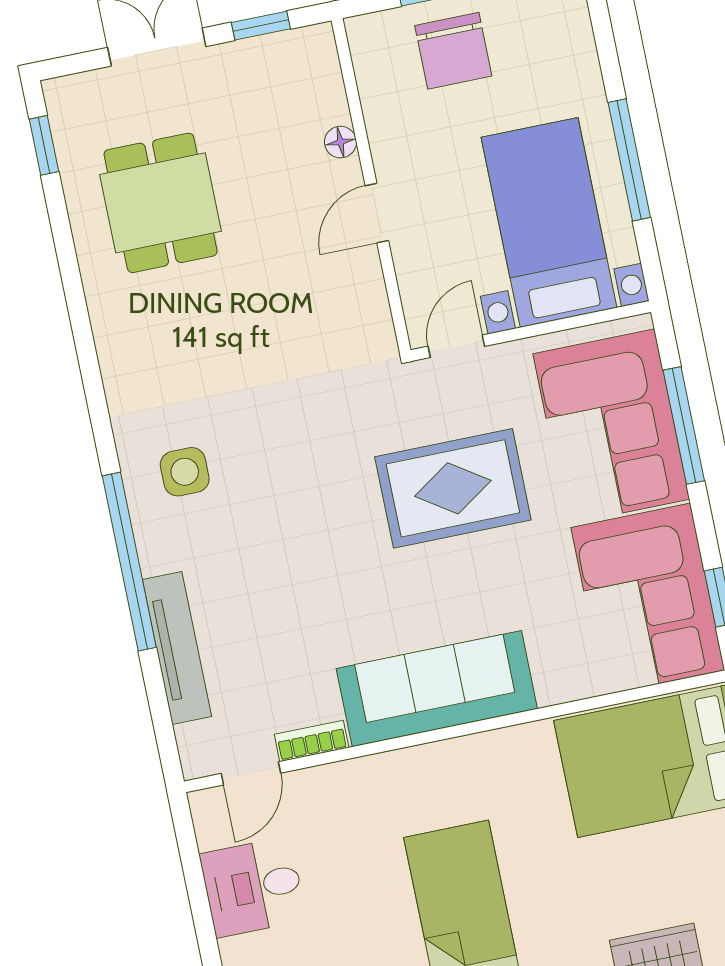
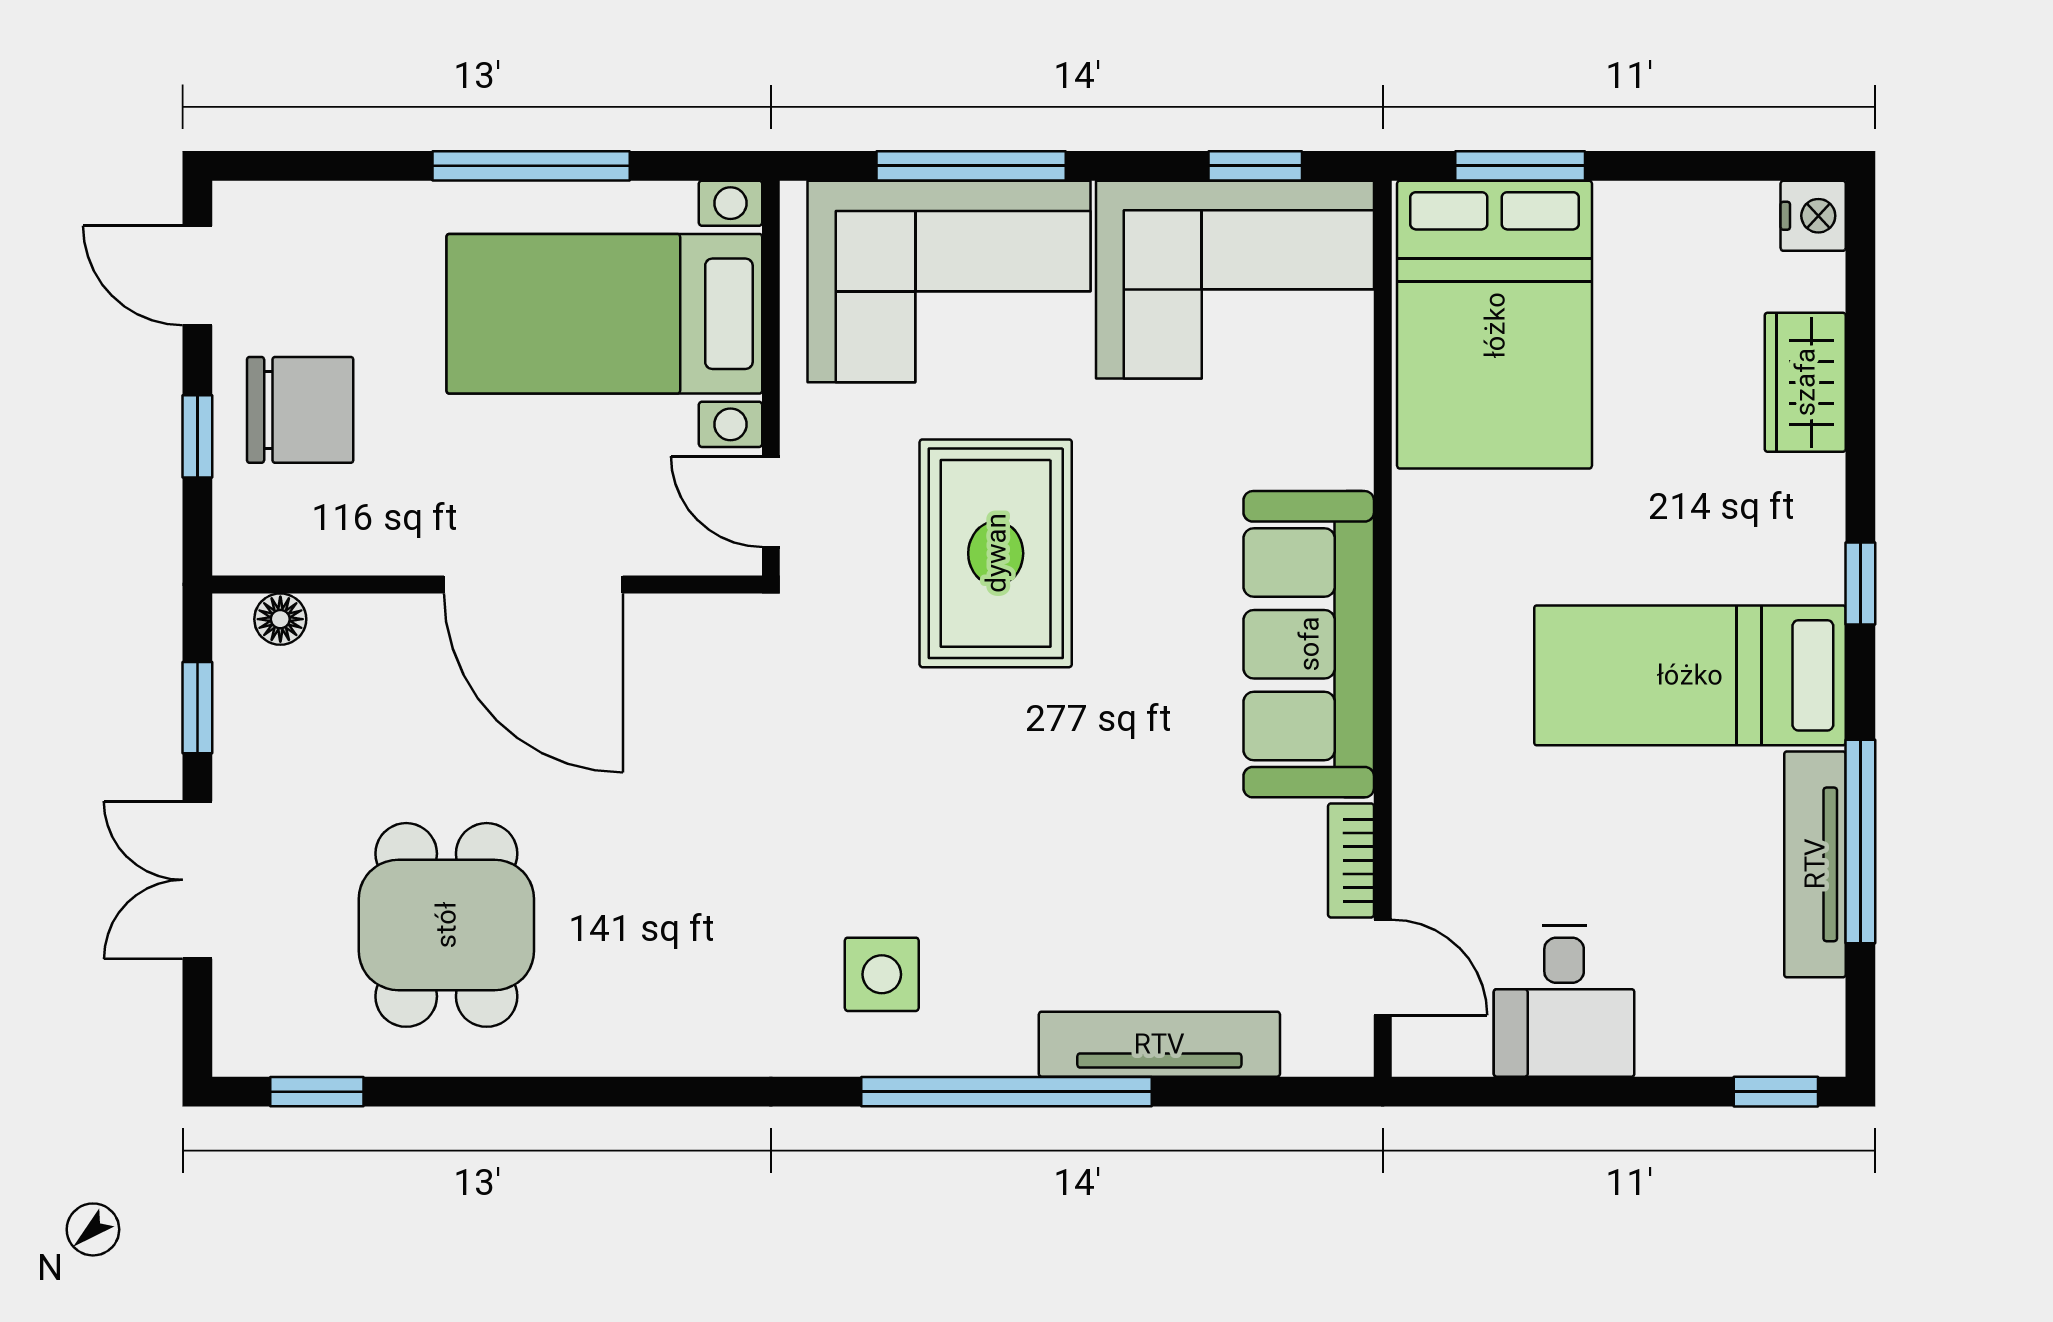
floor lamp: (340, 142) -> (280, 619), moved
dining table: (161, 203) -> (446, 925), turned 90
door: (377, 213) -> (533, 584), width x1.88

